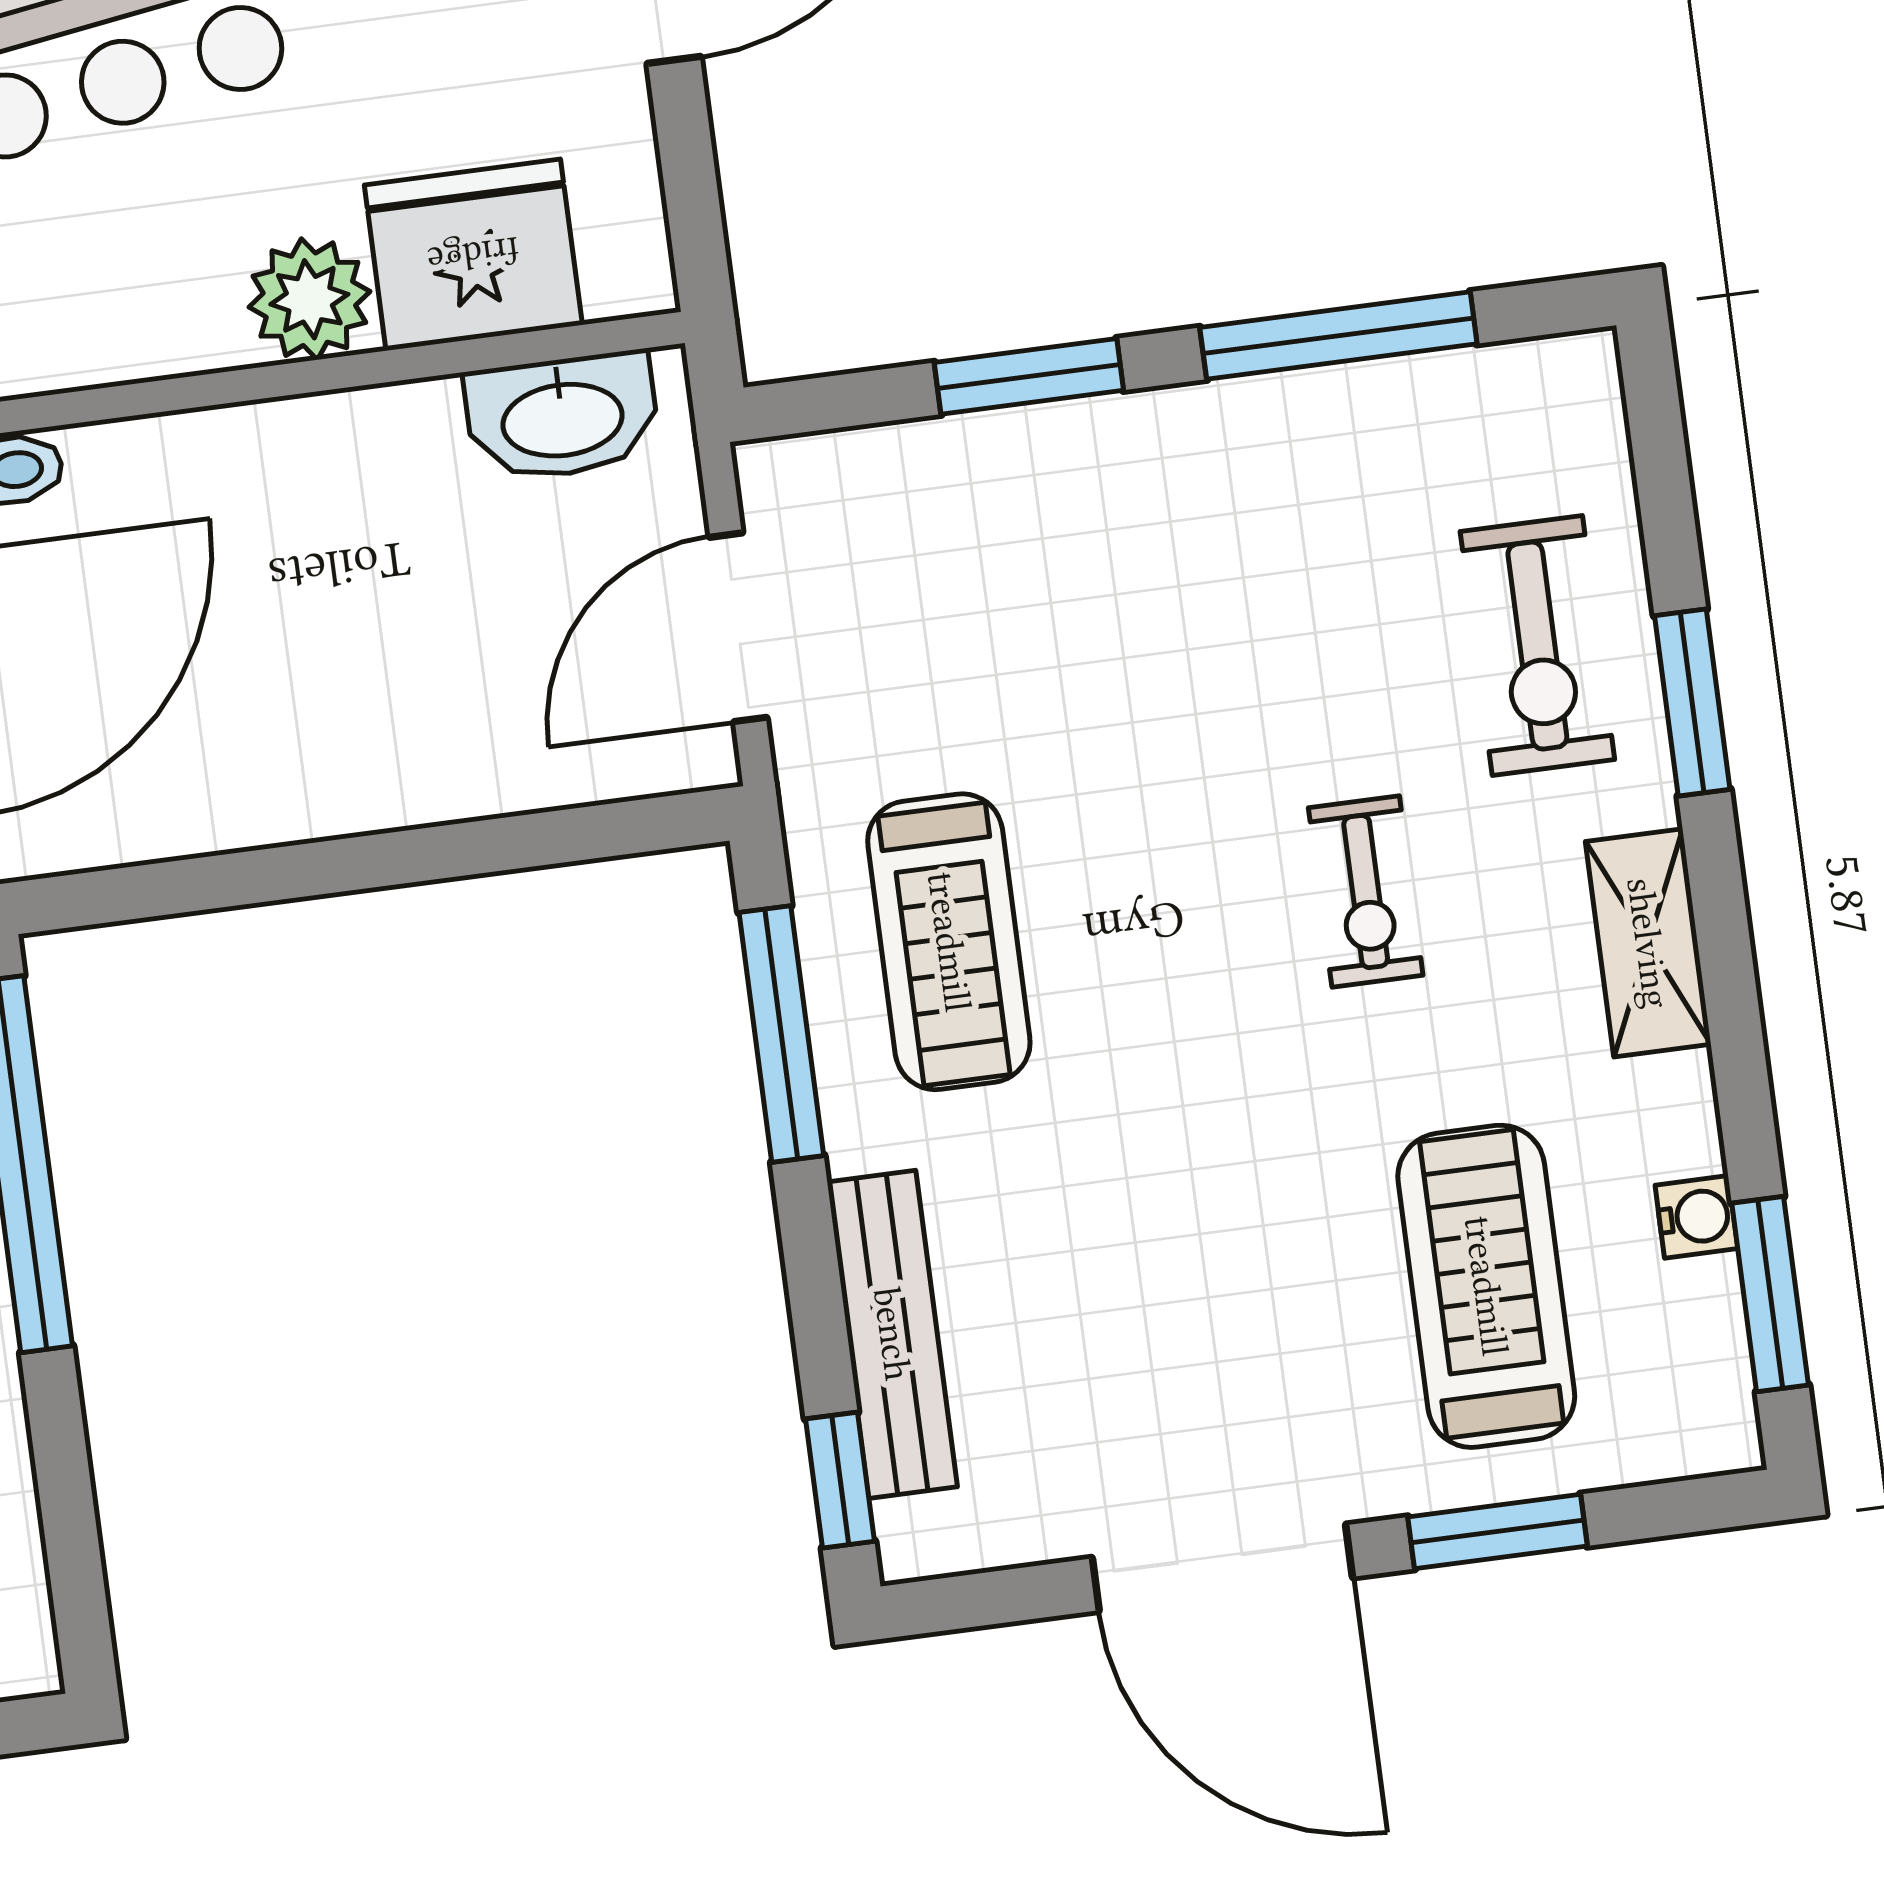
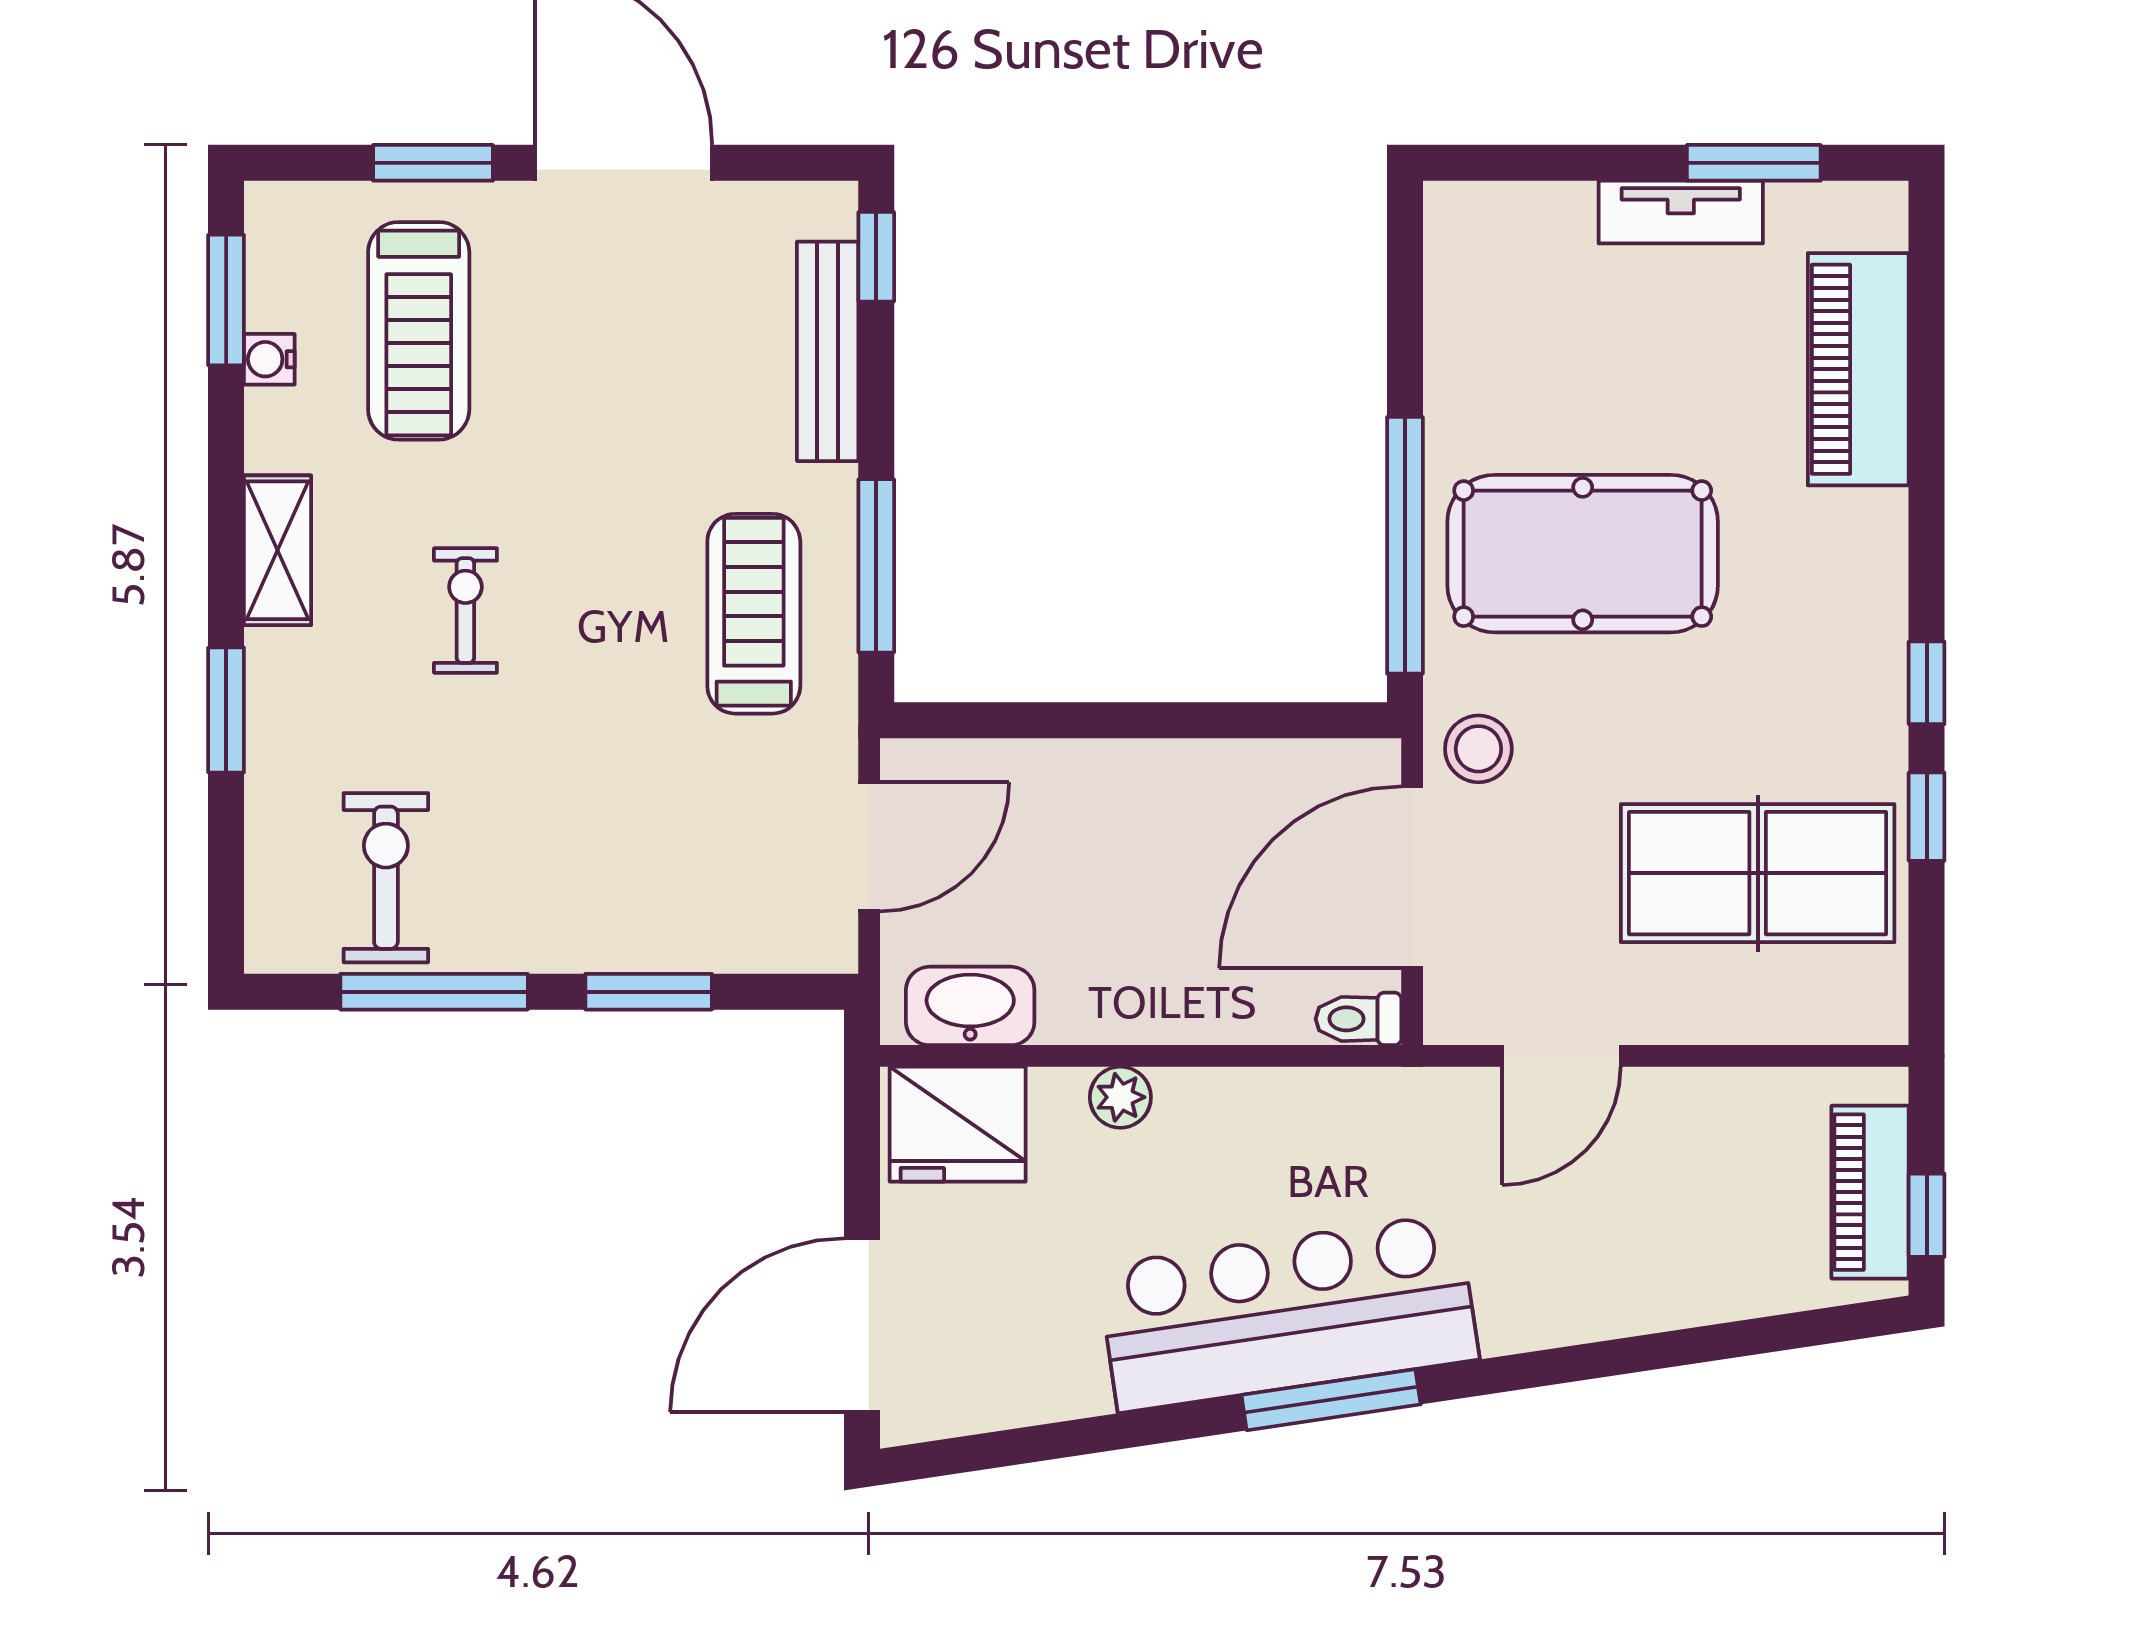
fridge: (473, 255) -> (958, 1124), moved
plant: (309, 299) -> (1120, 1097), width x0.73, depth x0.73
exercise bike: (1537, 646) -> (386, 878), moved

